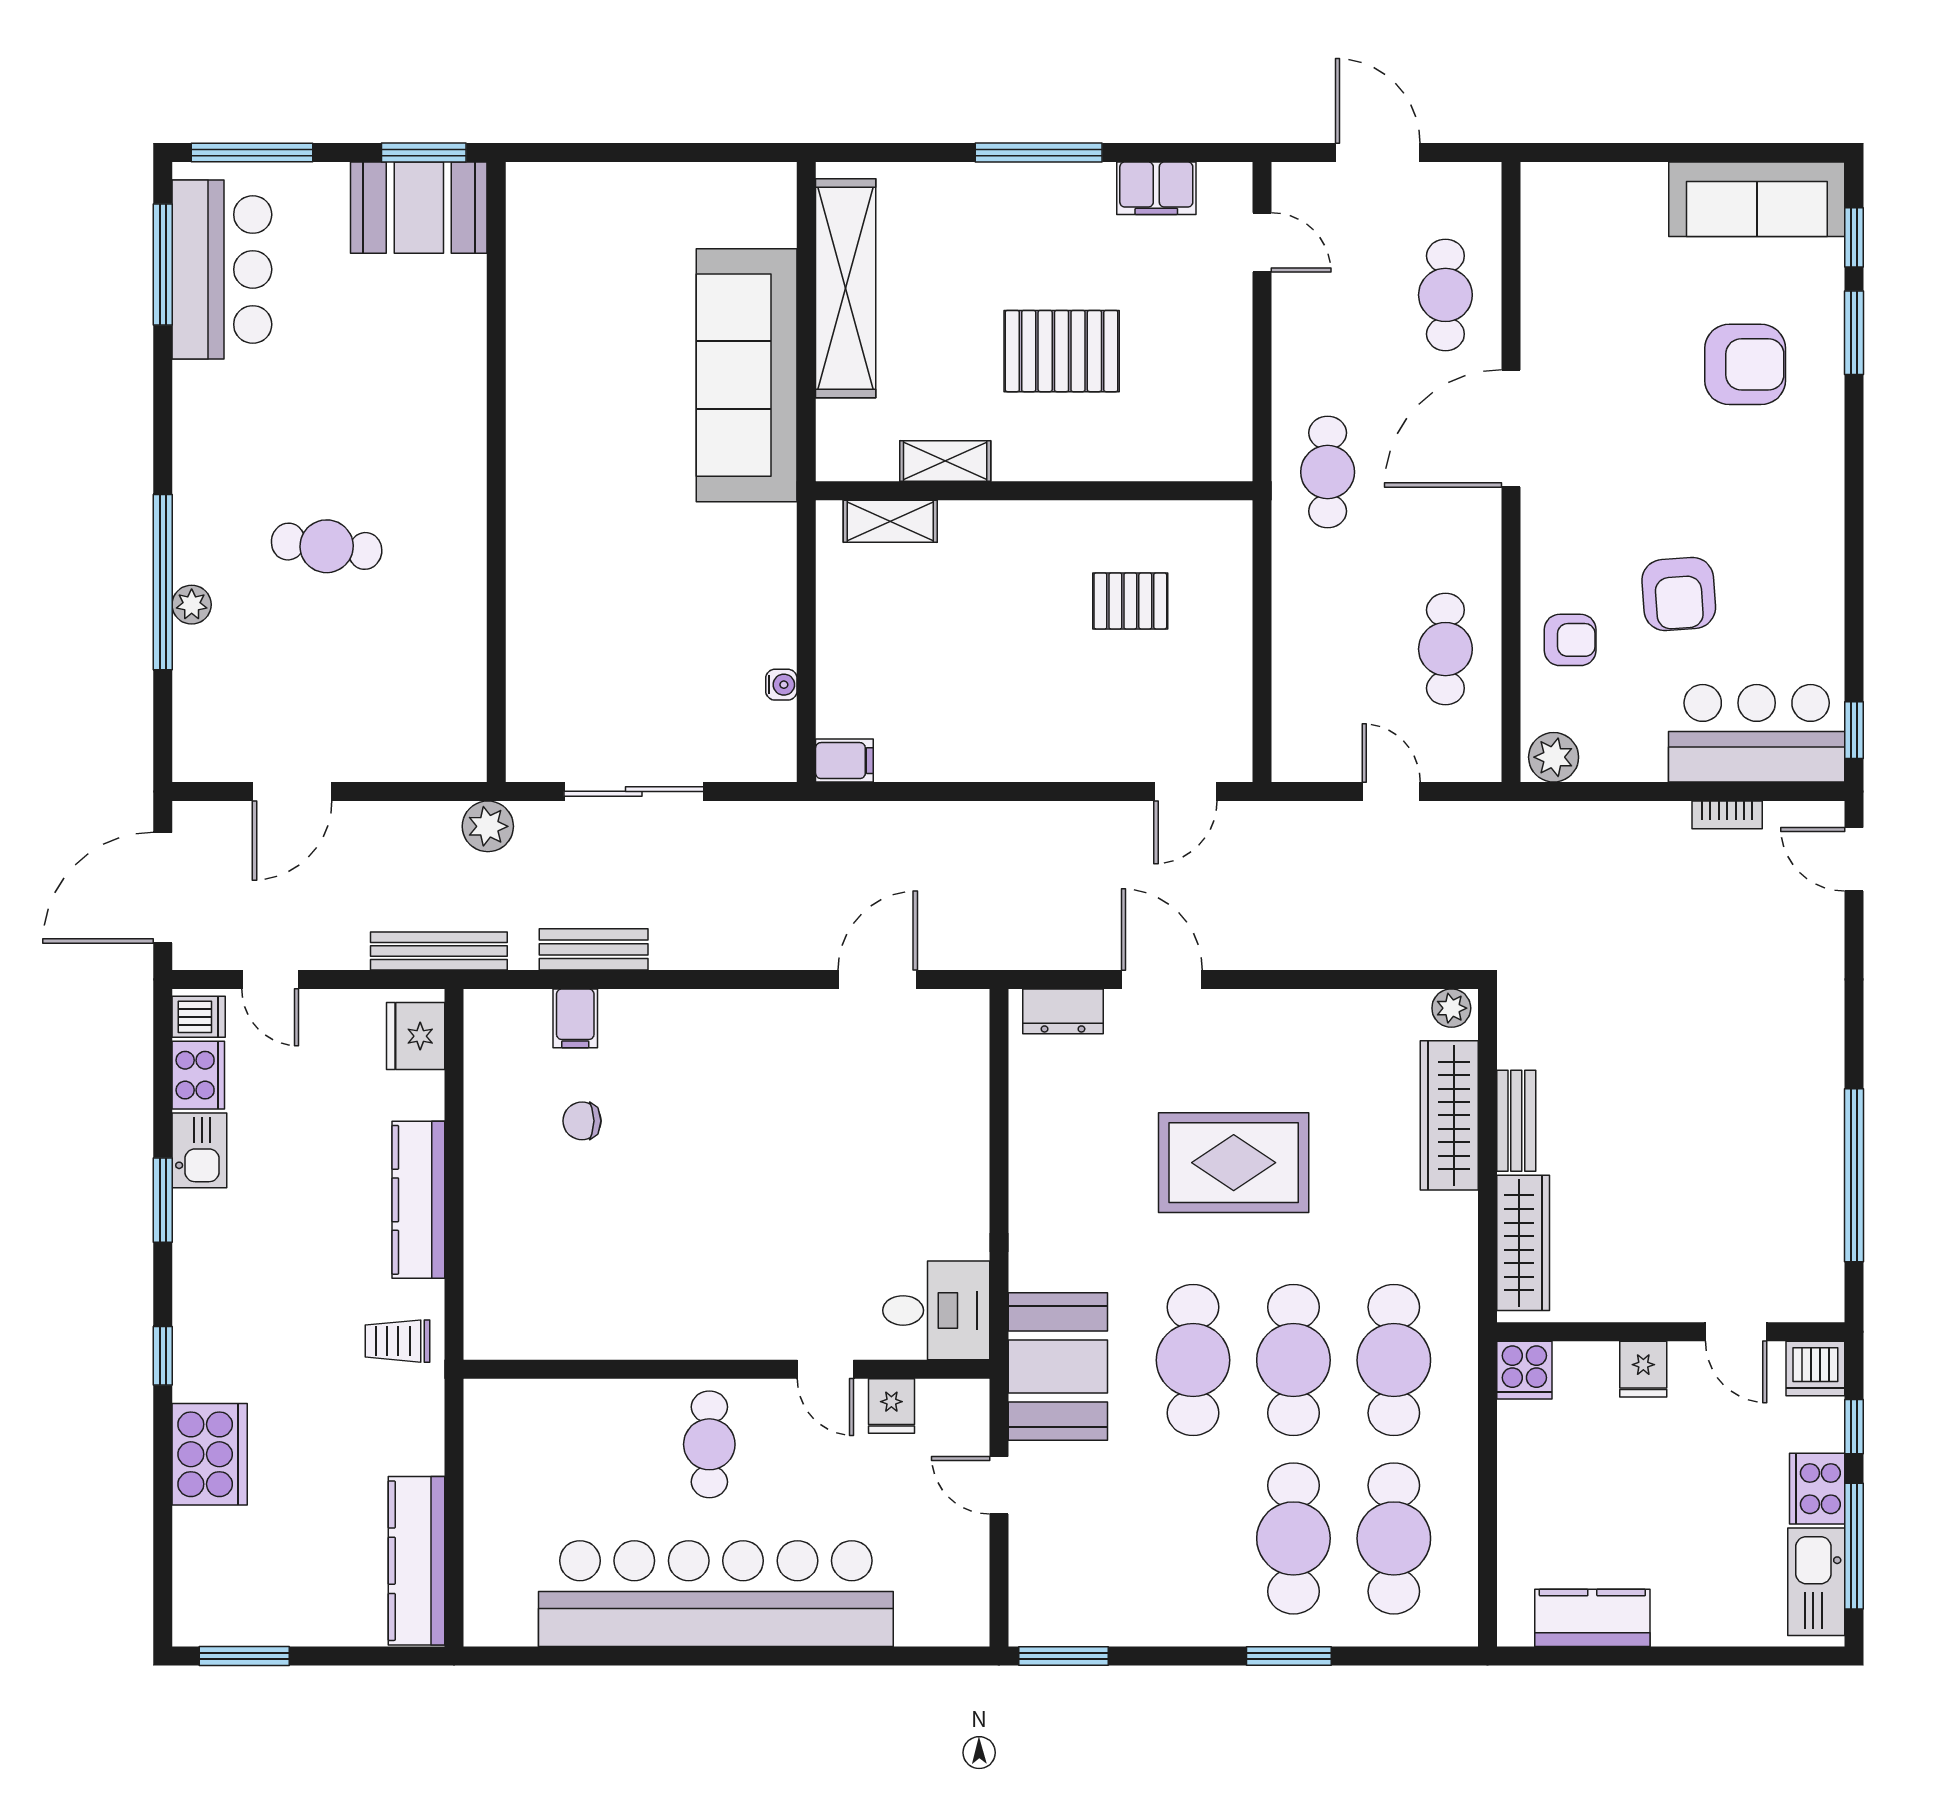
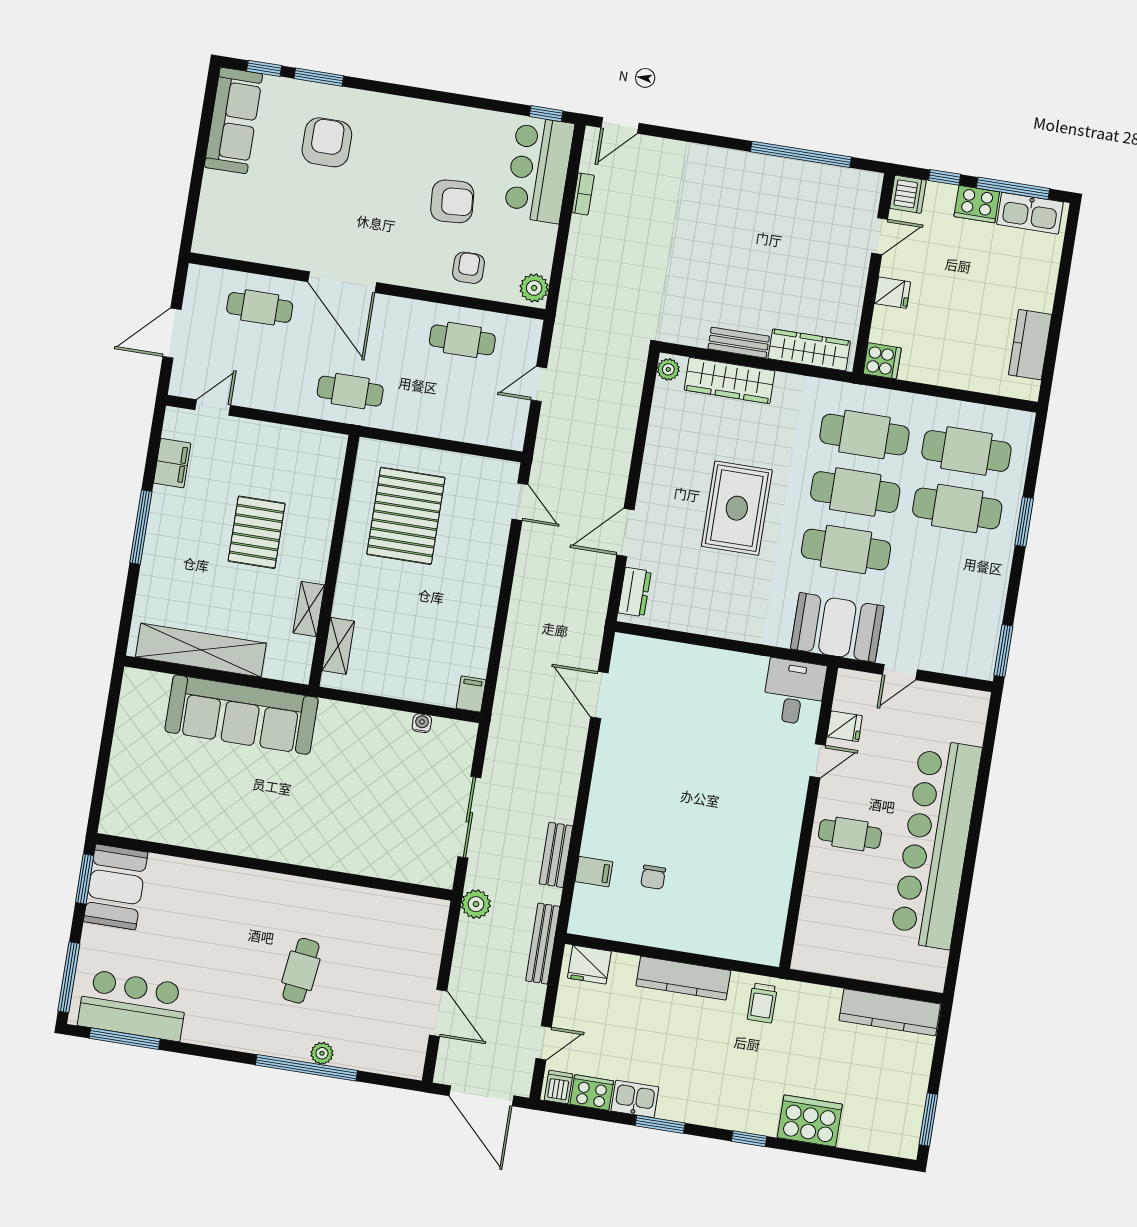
pallet: (1130, 601) -> (406, 516), width x2.05, depth x2.00

